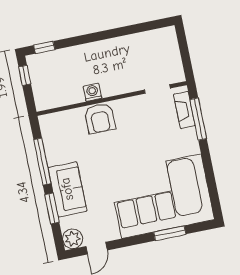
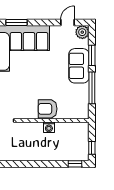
armchair: (100, 118) -> (48, 109), turned -90

